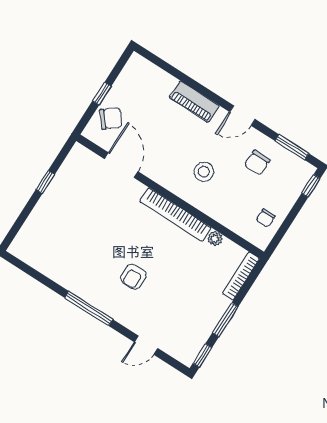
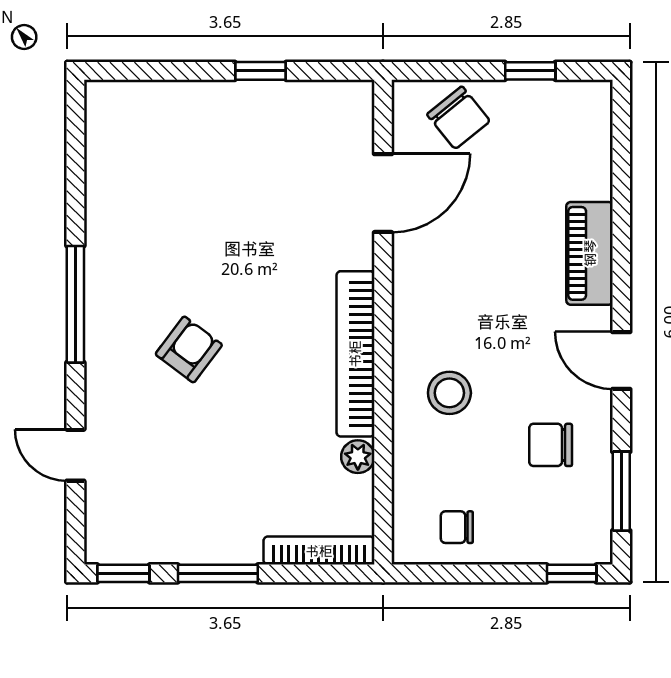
window: (102, 94) -> (530, 71), moved
stool: (204, 172) -> (449, 393), moved
armchair: (133, 277) -> (189, 349), turned 127

